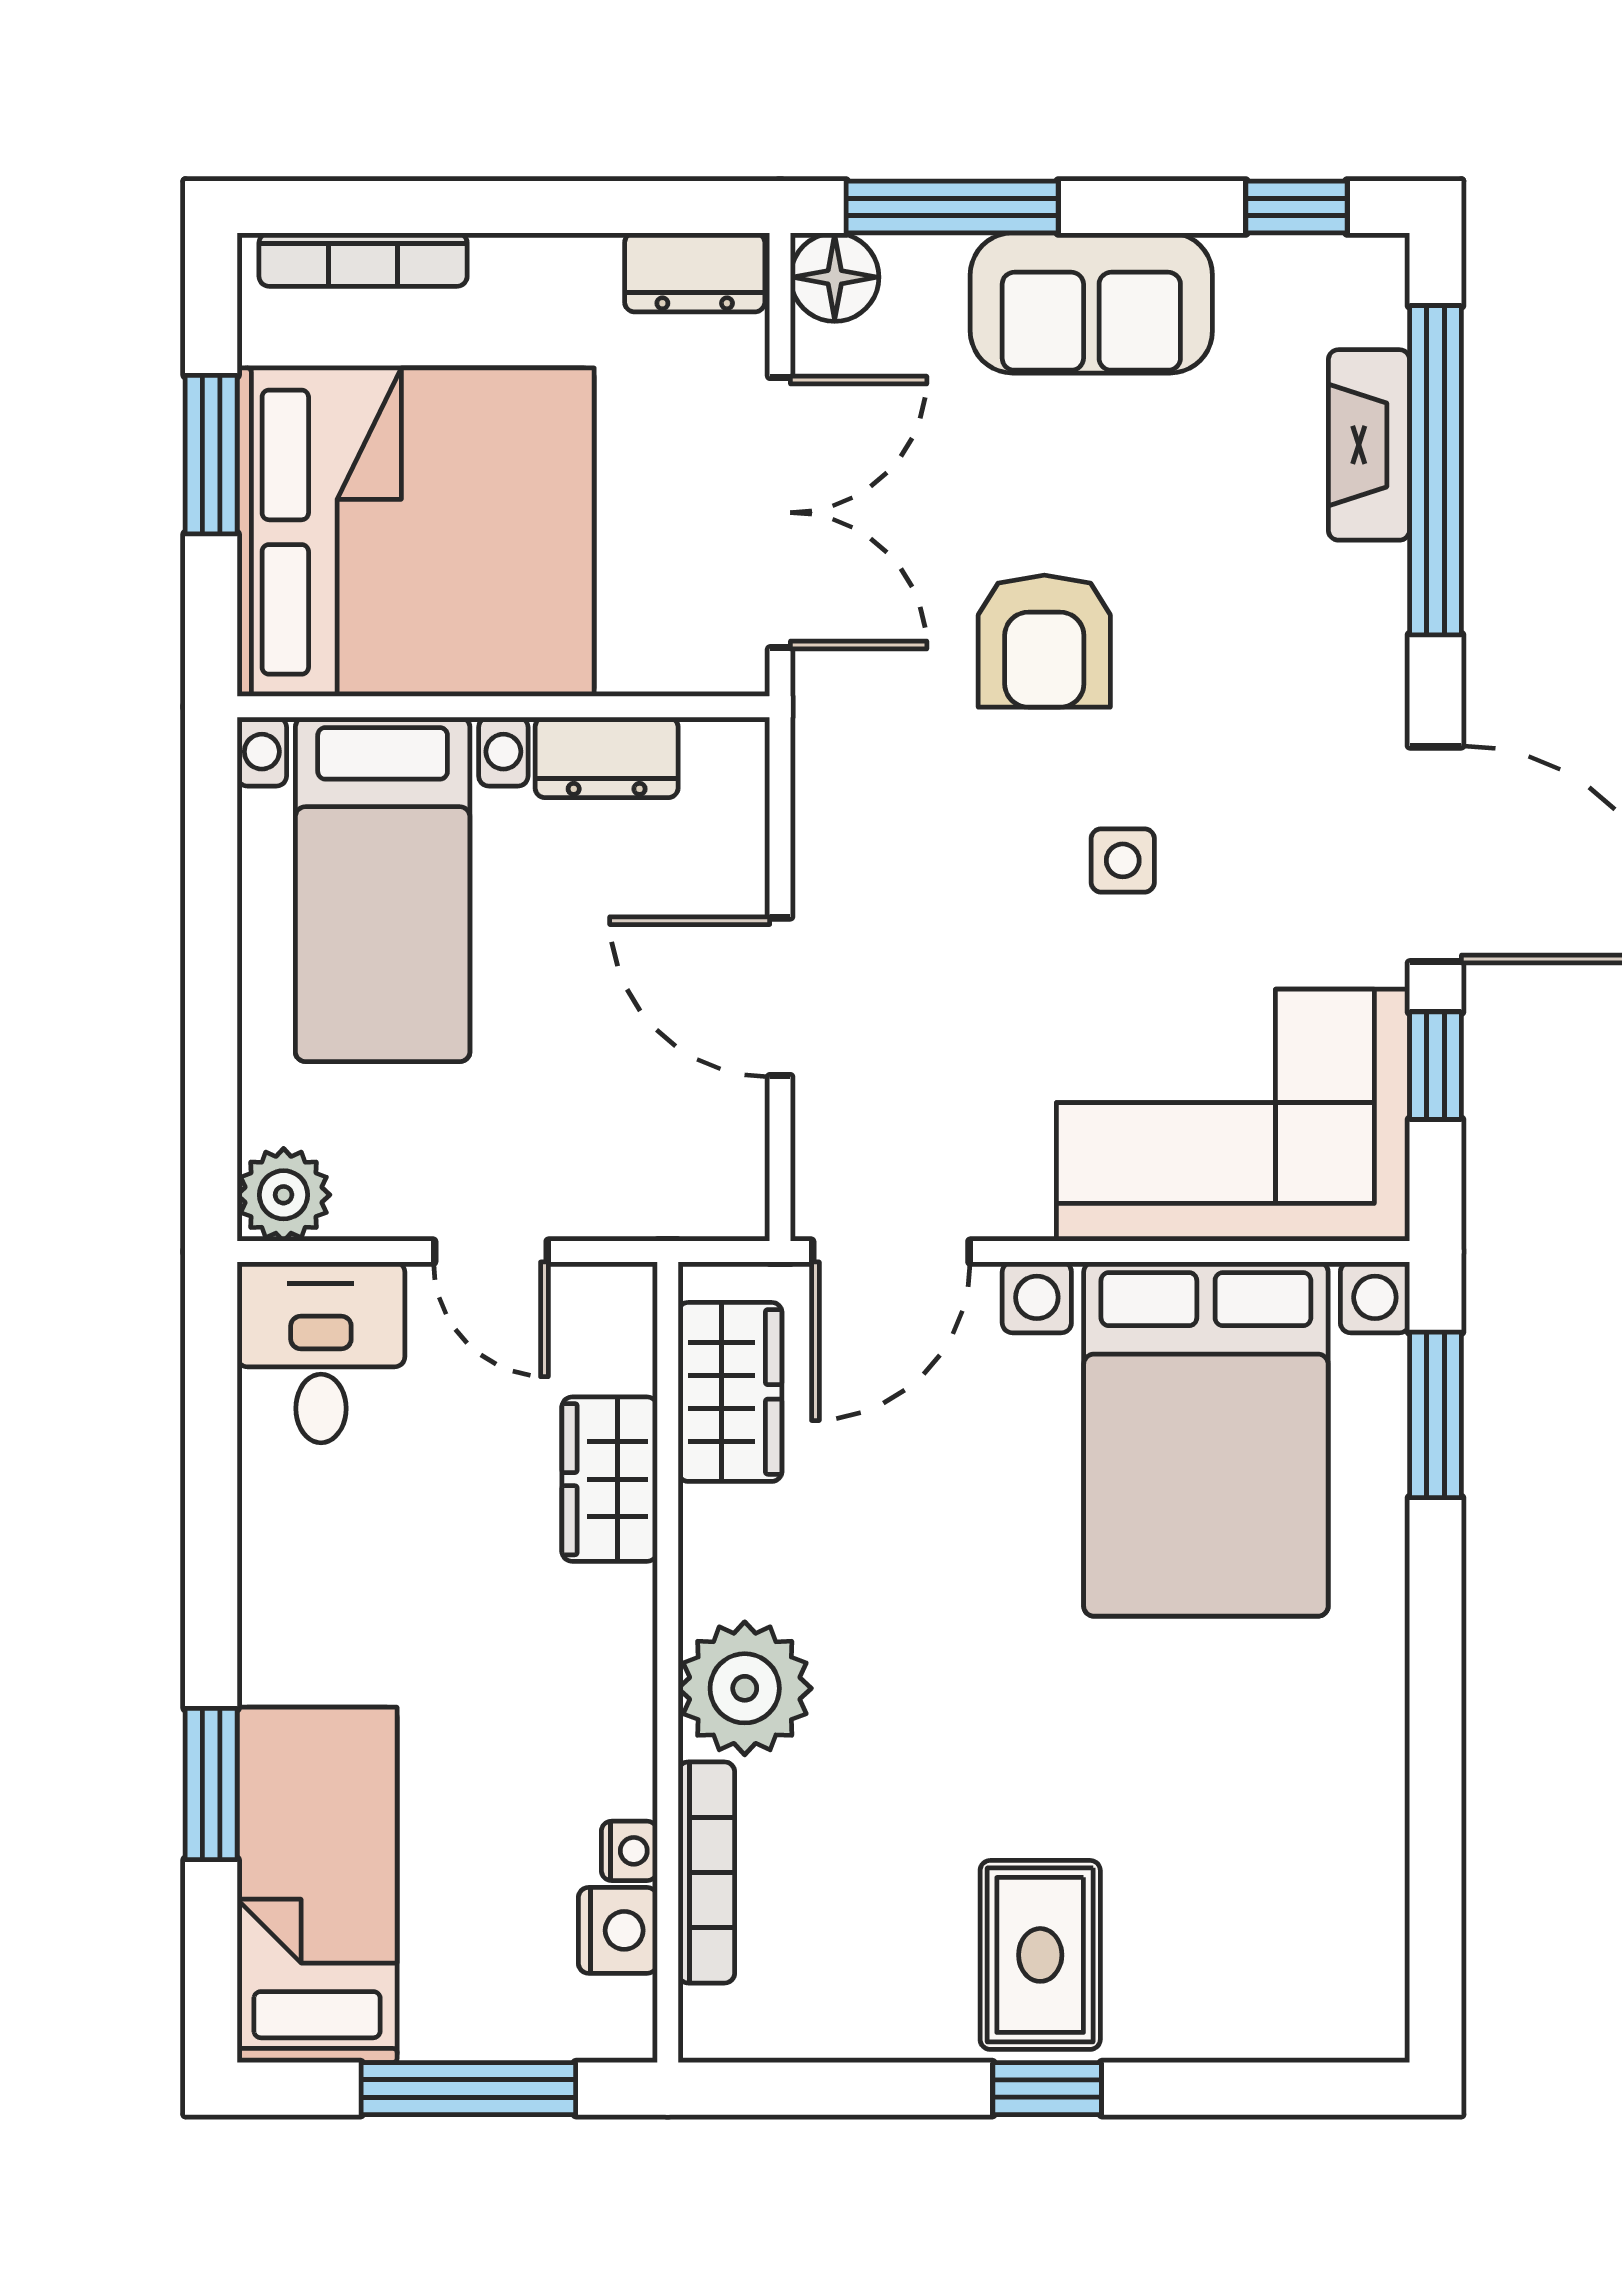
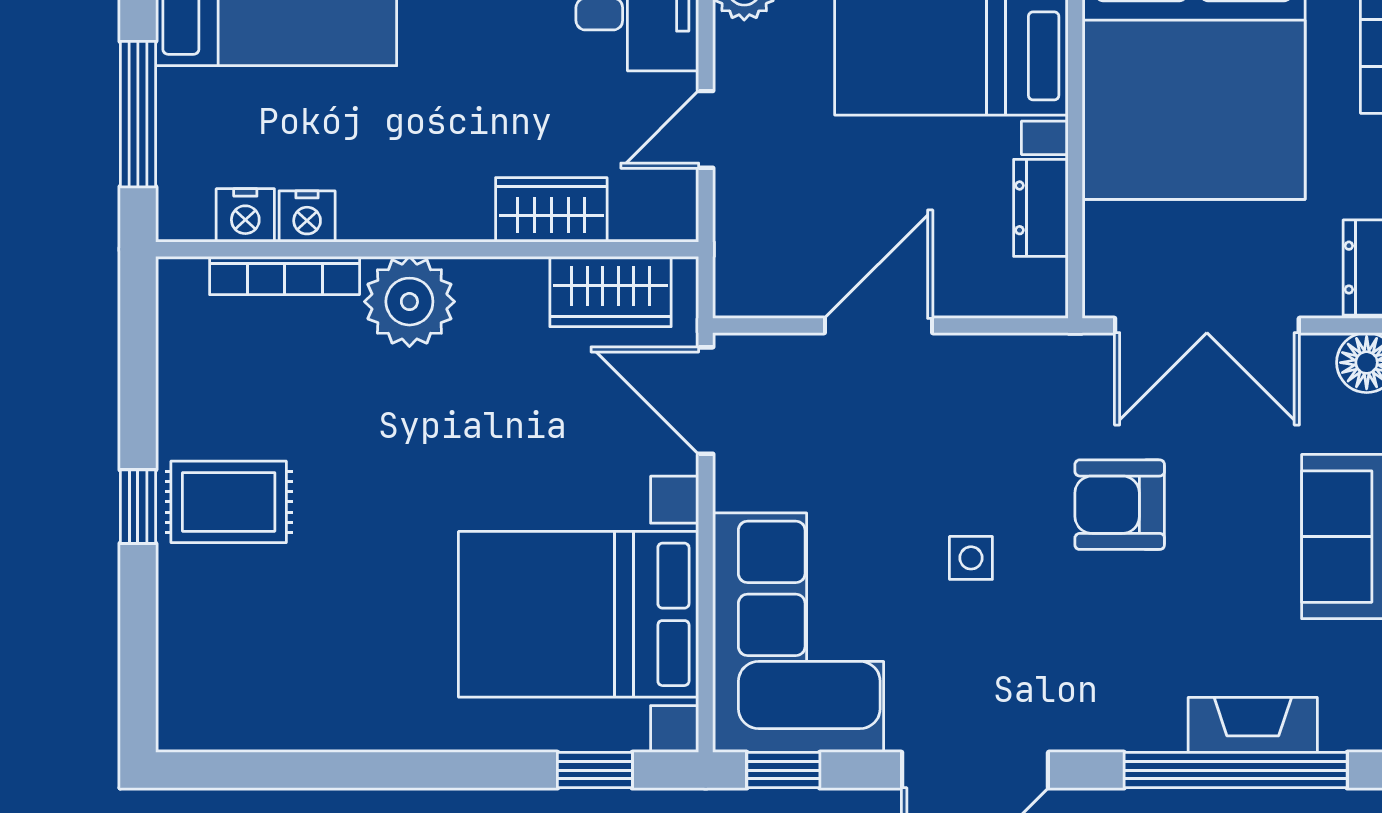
window: (1436, 1066) -> (783, 770), moved
window: (1436, 1415) -> (595, 770), width x0.67
nightstand: (629, 1851) -> (307, 217), width x1.39, depth x1.35

